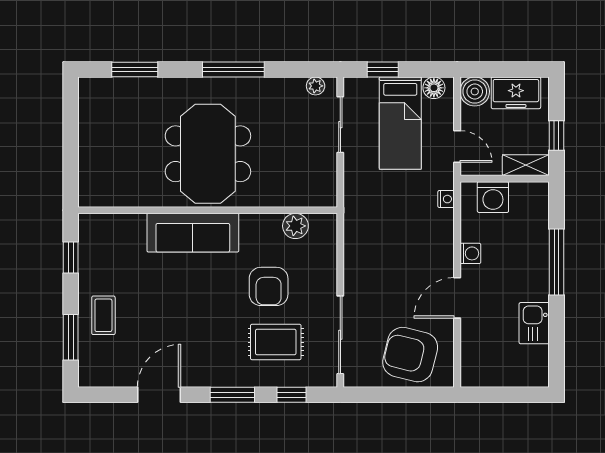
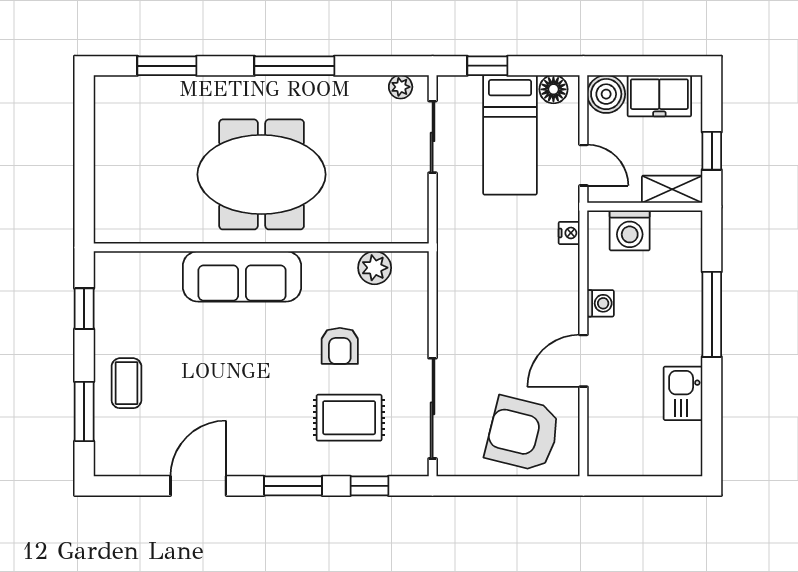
meeting table: (208, 154) -> (262, 174), turned 90
armchair: (269, 286) -> (340, 346), width x0.72, depth x0.72

